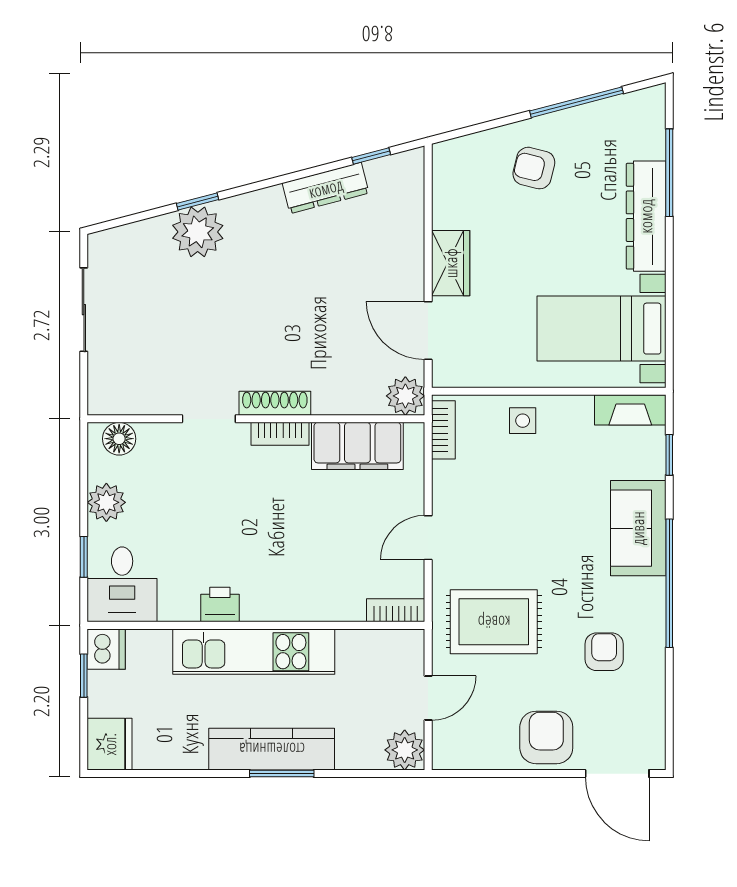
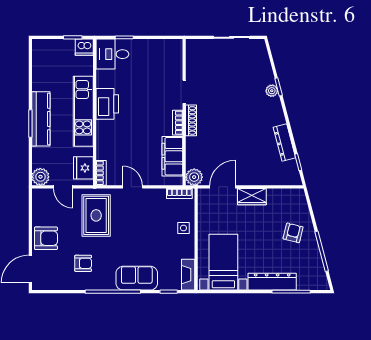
plant: (198, 232) -> (272, 91), width x0.53, depth x0.53
floor lamp: (119, 439) -> (176, 53), removed
plant: (106, 502) -> (148, 47), removed
printer: (220, 605) -> (107, 104), width x1.87, depth x1.48
fridge: (110, 744) -> (83, 168), moved, turned 90

